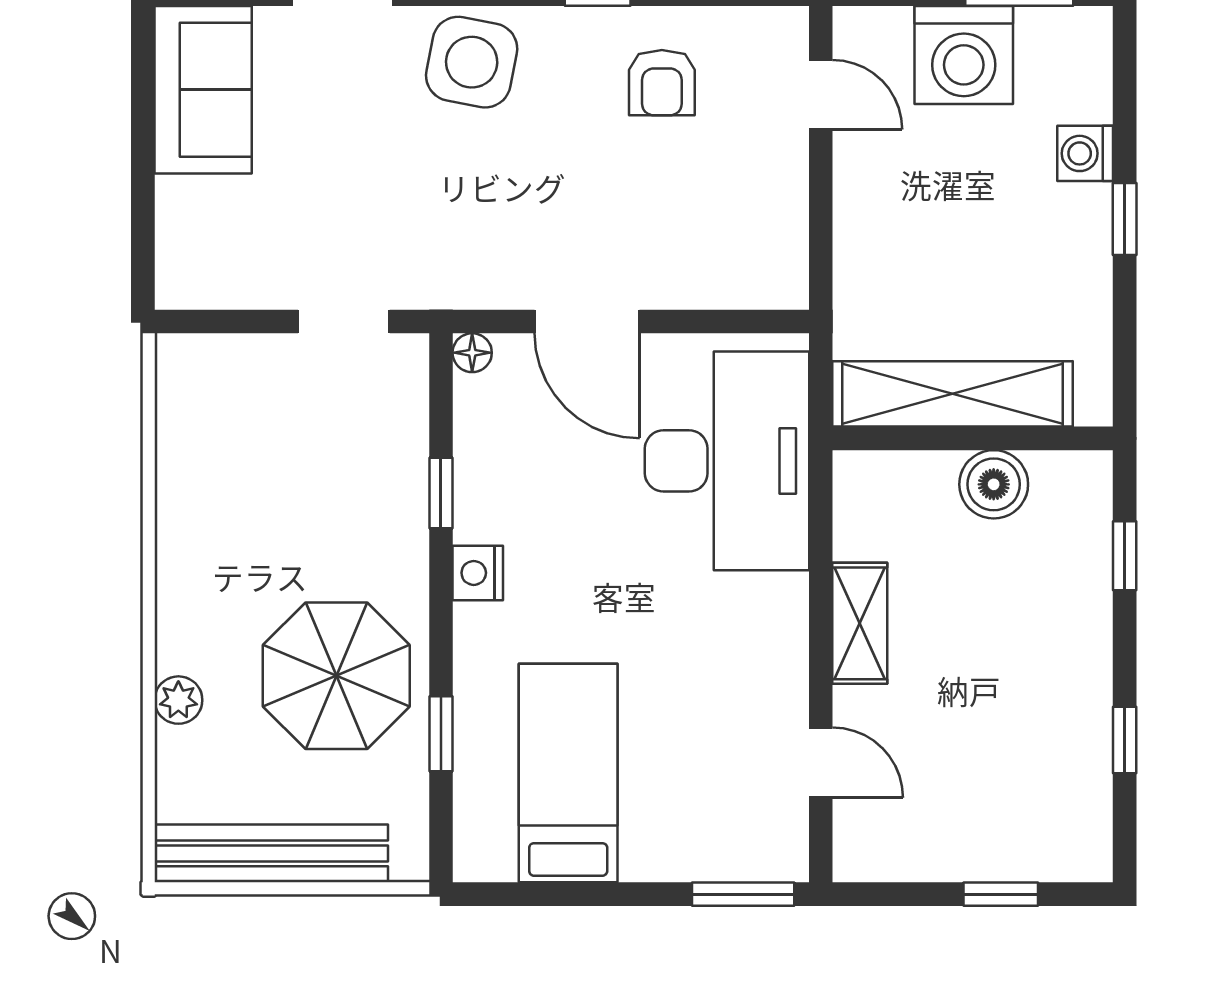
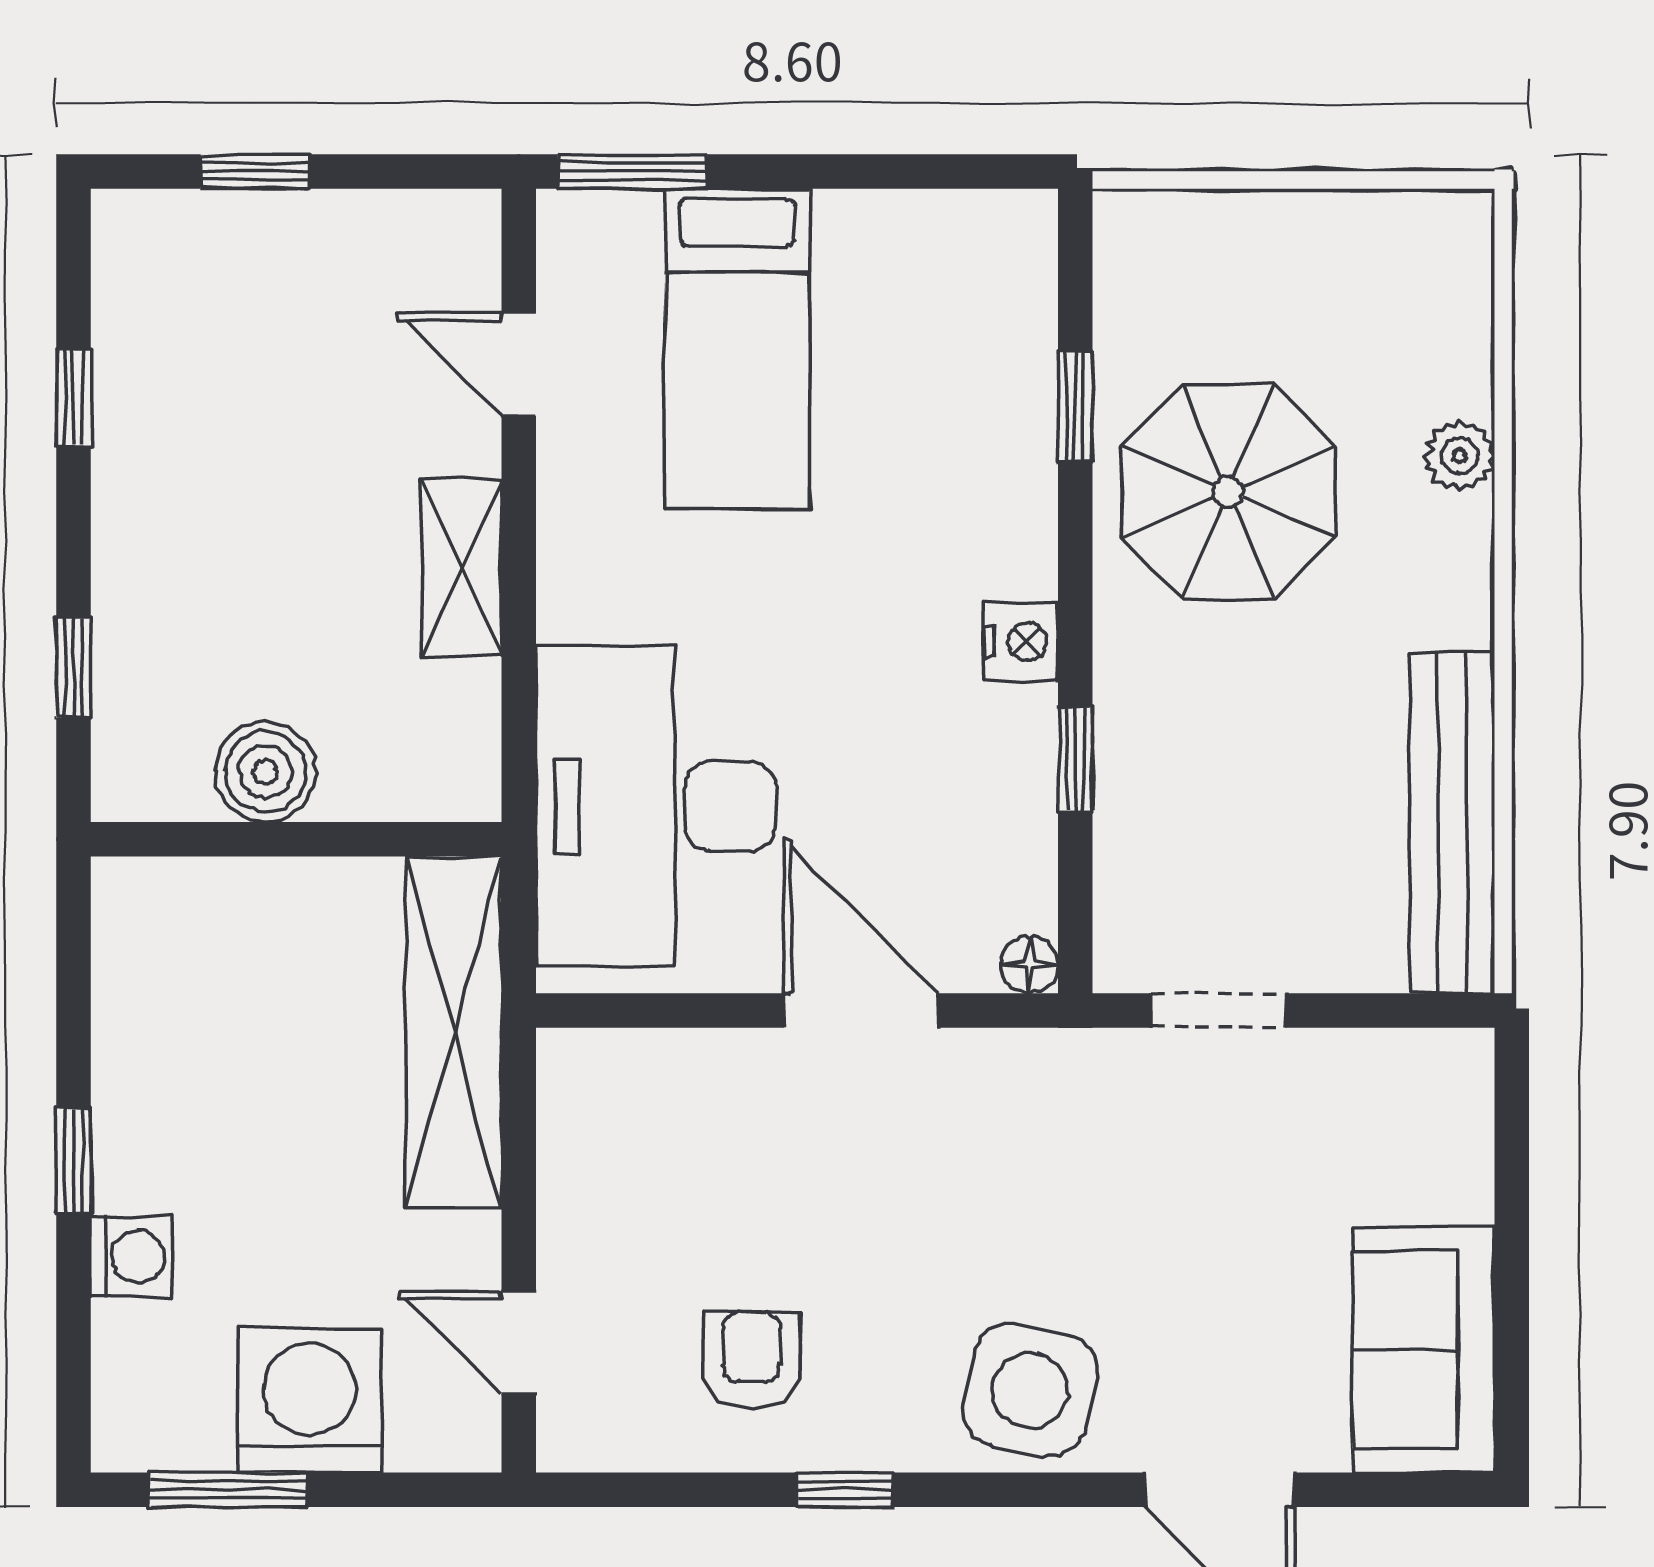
shelving: (953, 394) -> (454, 1032), moved, turned 90
bed: (568, 773) -> (737, 349), moved
bench: (271, 853) -> (1452, 822), moved, turned 90

